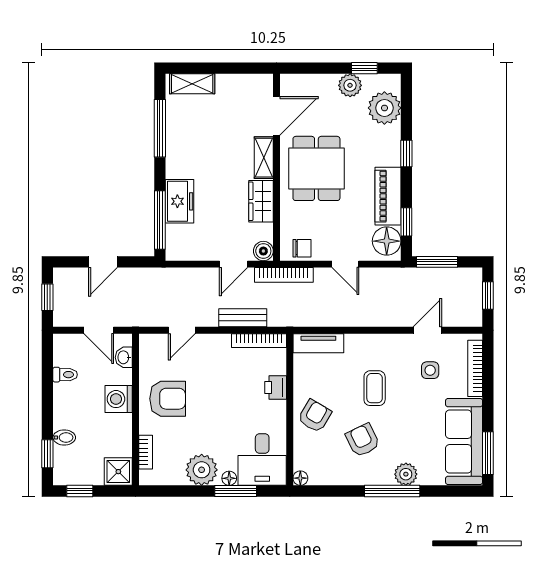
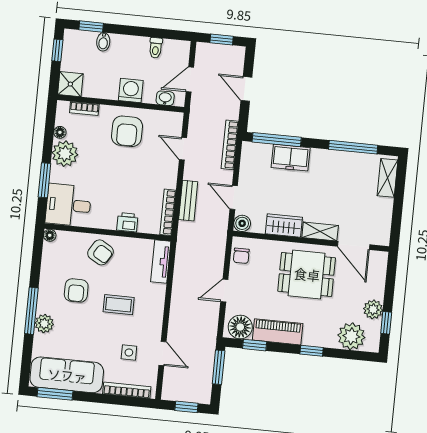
bookcase: (284, 275) -> (230, 145), moved
armchair: (363, 440) -> (76, 290), turned 116
floor lamp: (229, 478) -> (60, 132), moved

